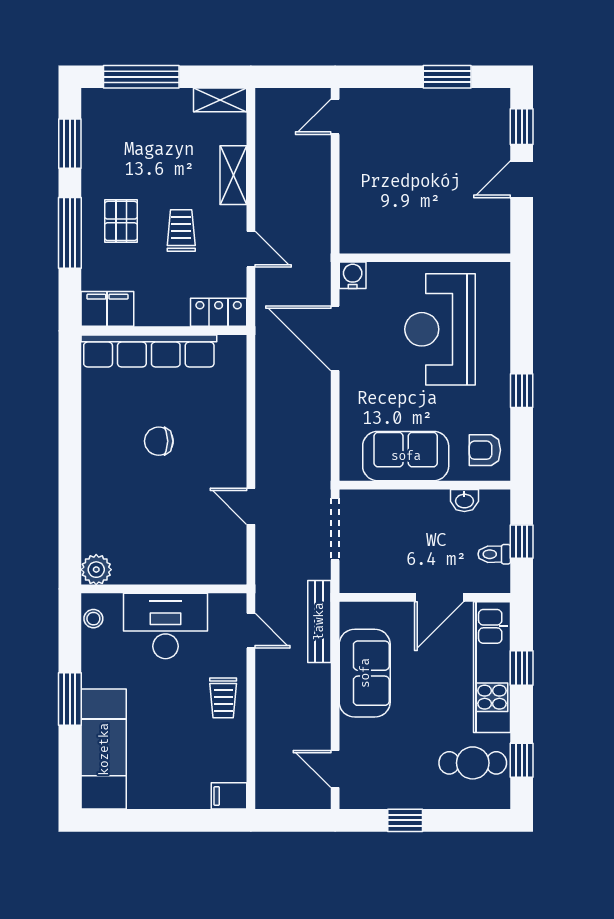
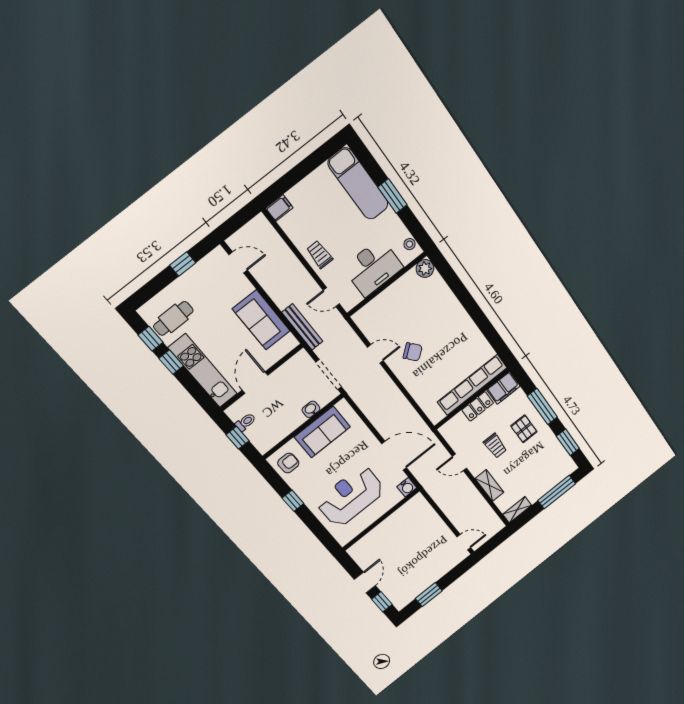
door: (335, 117) -> (464, 542), hinge flipped
locker: (219, 312) -> (478, 406), moved
reception desk: (440, 329) -> (351, 496), turned -90
chair: (159, 441) -> (413, 352), moved, turned 51
washbasin: (464, 500) -> (311, 409), moved
window: (522, 668) -> (171, 362), moved

